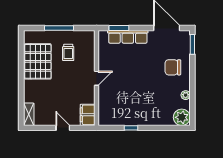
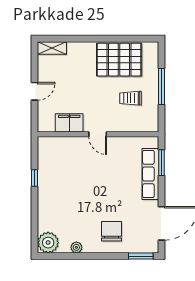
filing cabinet: (88, 115) -> (69, 123), moved

